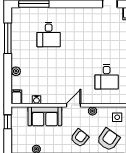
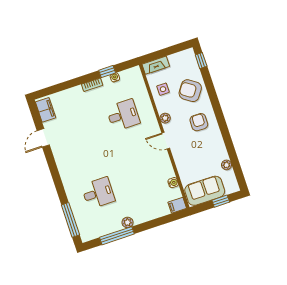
plant: (16, 71) -> (127, 222), moved
sofa: (45, 116) -> (205, 191), moved, turned -90
window: (8, 122) -> (221, 201), moved
armchair: (80, 138) -> (199, 122), turned 53

